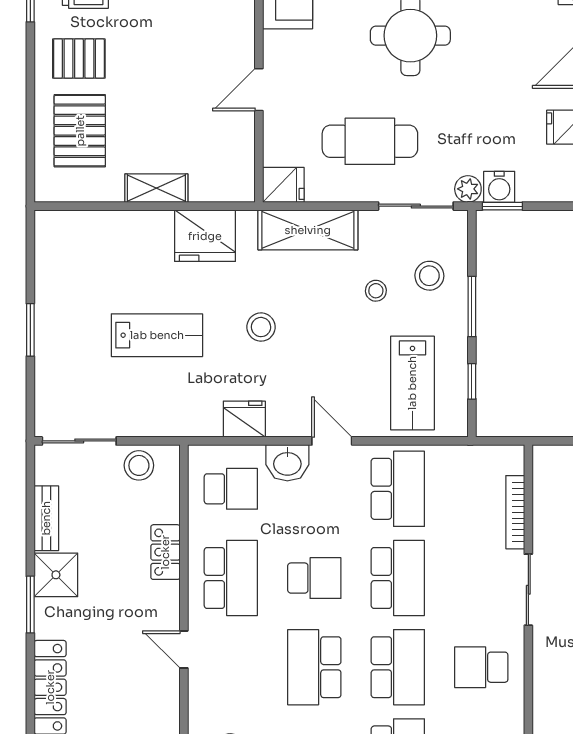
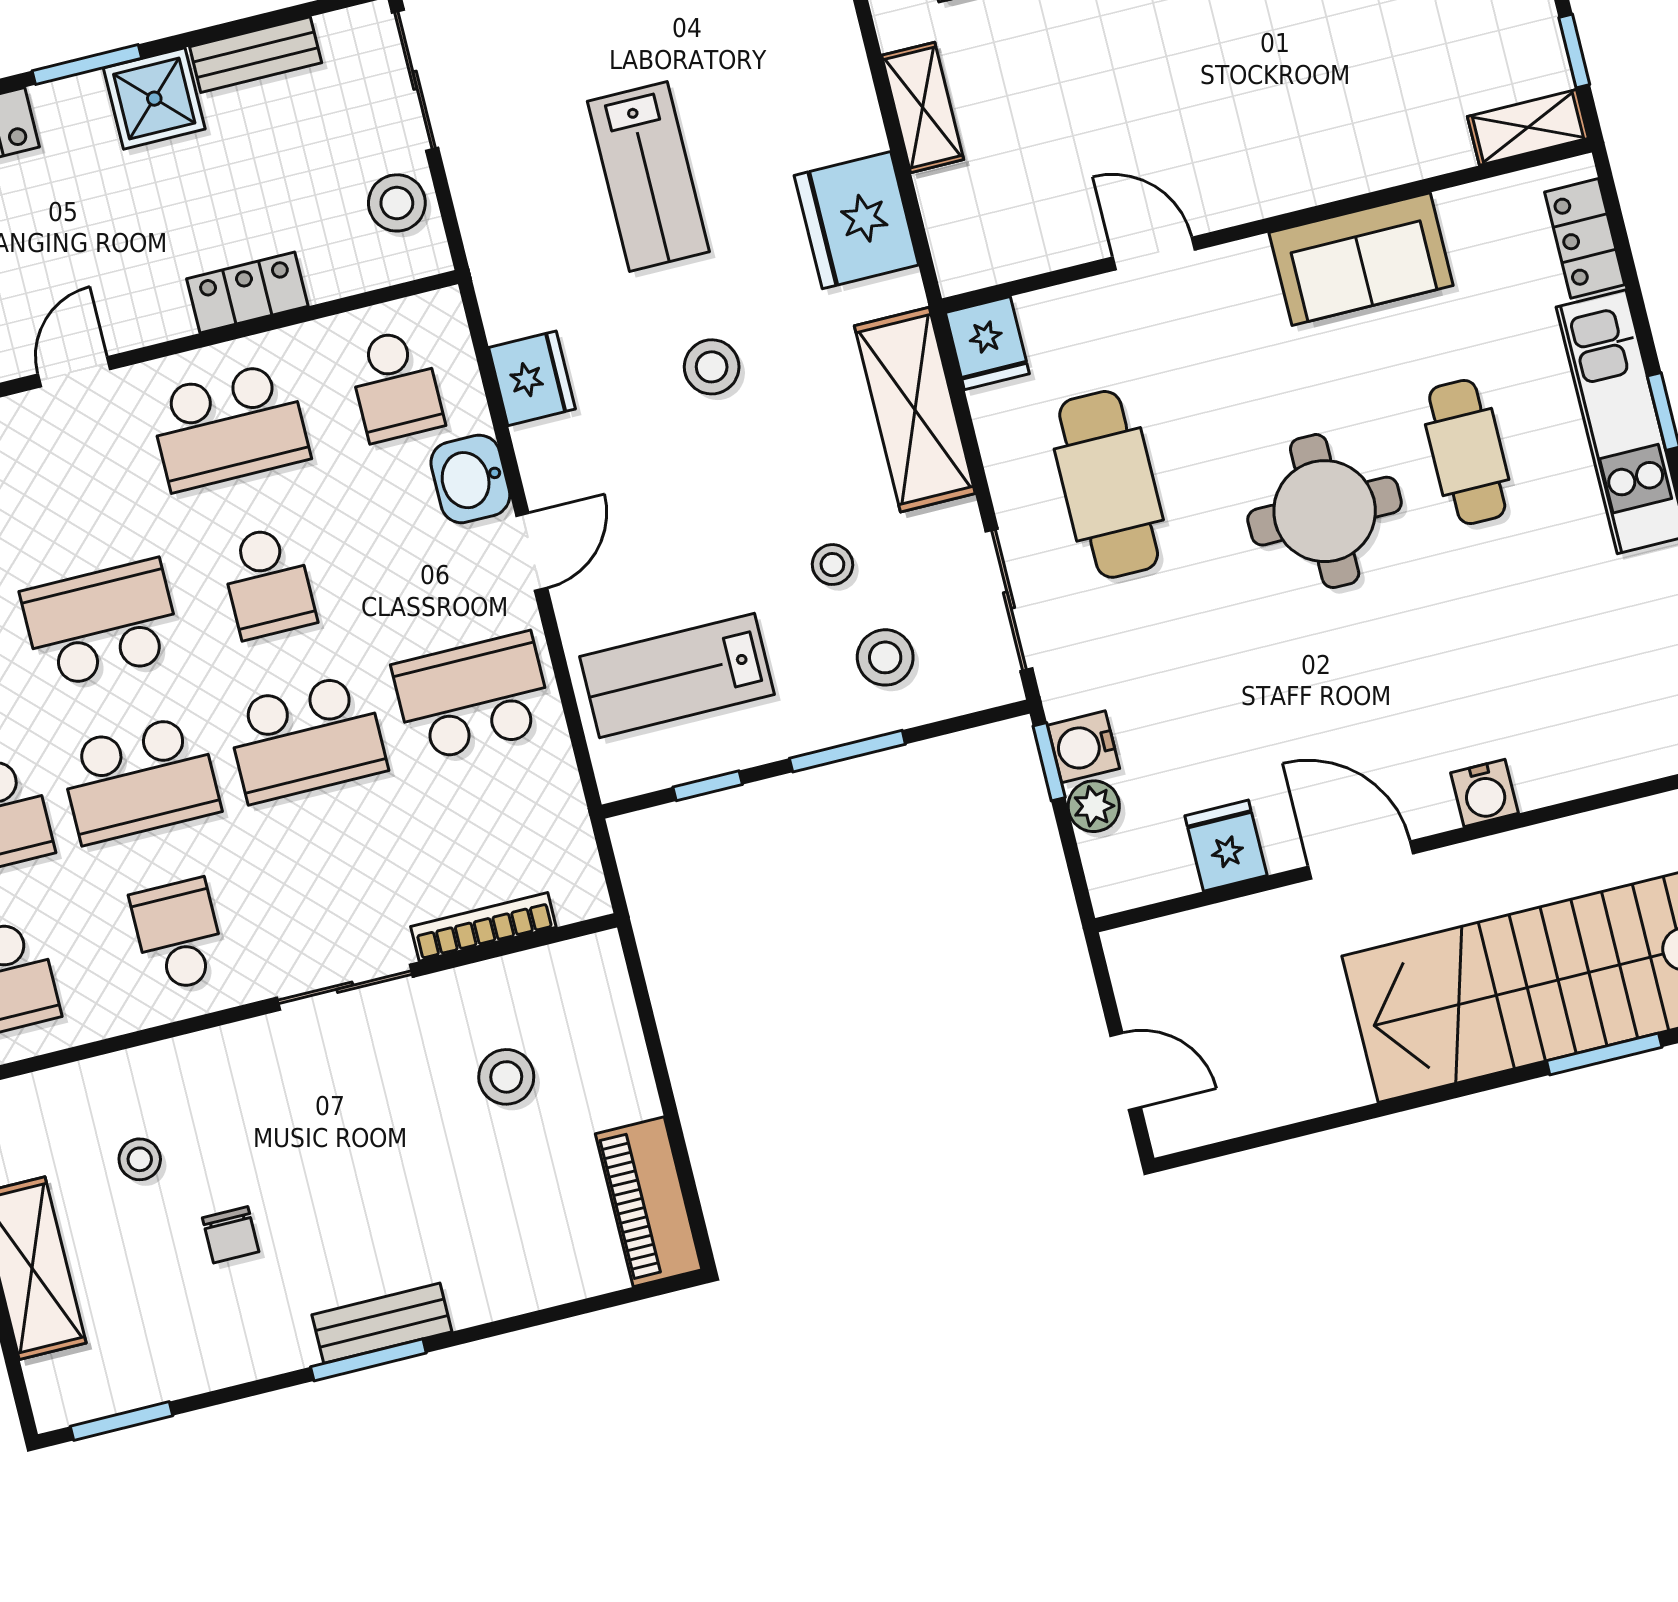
plant: (468, 189) -> (1094, 806), moved
school desk: (398, 489) -> (473, 697), turned 180

